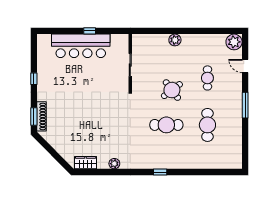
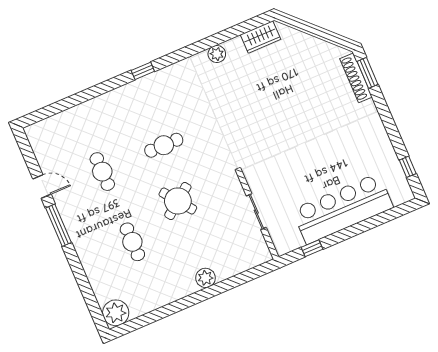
window: (90, 31) -> (312, 248), moved
door: (245, 66) -> (42, 186), moved
window: (34, 79) -> (408, 167), moved
cafe table: (166, 125) -> (164, 145), width x0.73, depth x0.74
cafe table: (207, 125) -> (102, 172), width x0.73, depth x0.74

